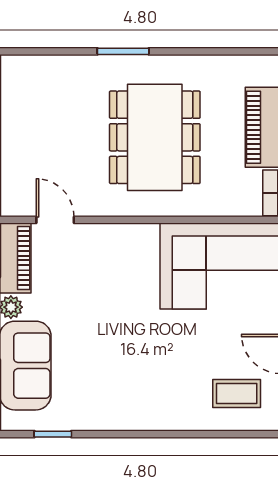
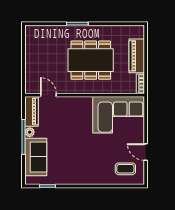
dining table: (155, 137) -> (91, 60), turned 90

